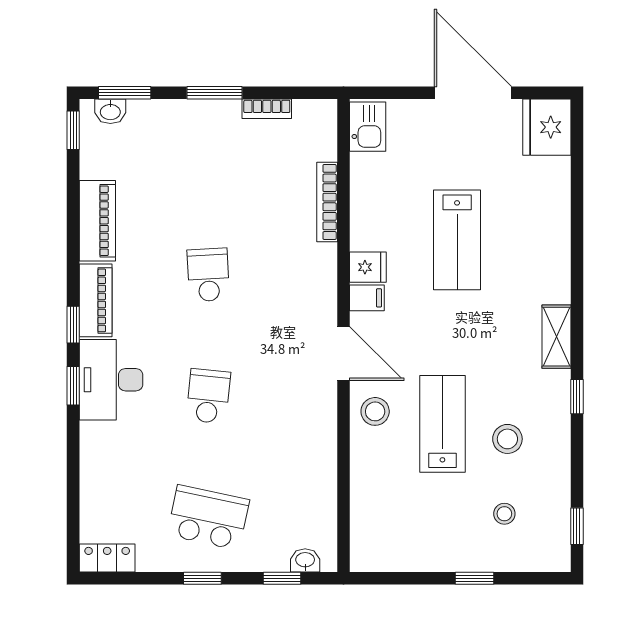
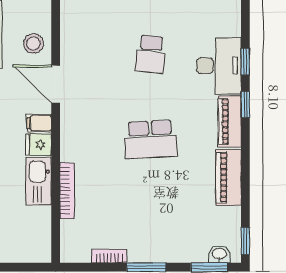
kitchen sink: (368, 127) -> (39, 181), moved, width x1.38
school desk: (208, 275) -> (150, 139), width x1.85

